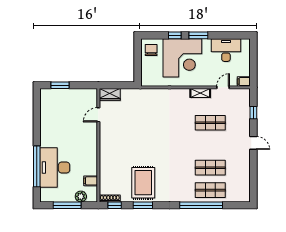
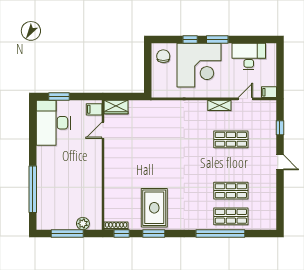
desk: (55, 168) -> (53, 123), moved
filing cabinet: (91, 181) -> (94, 109), moved

